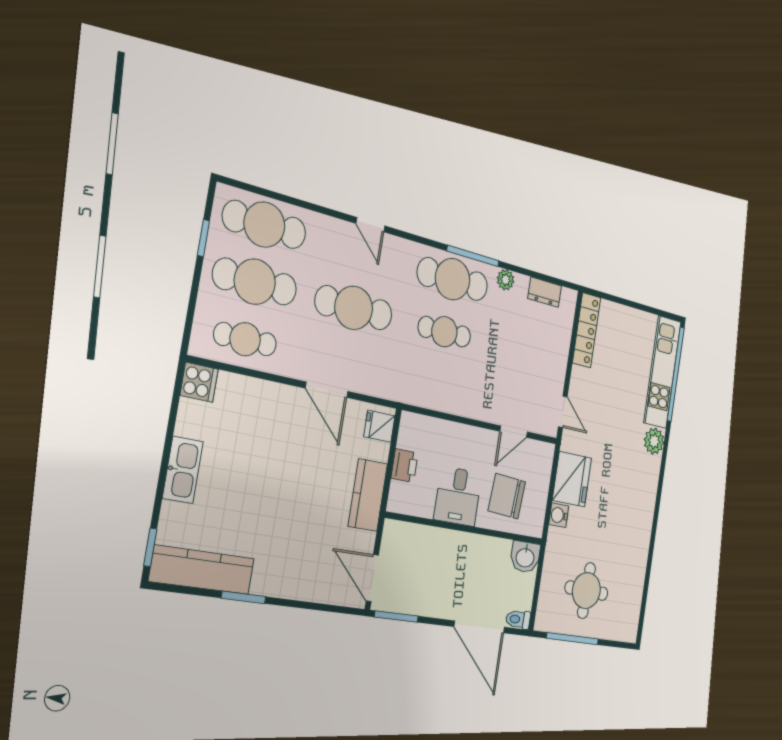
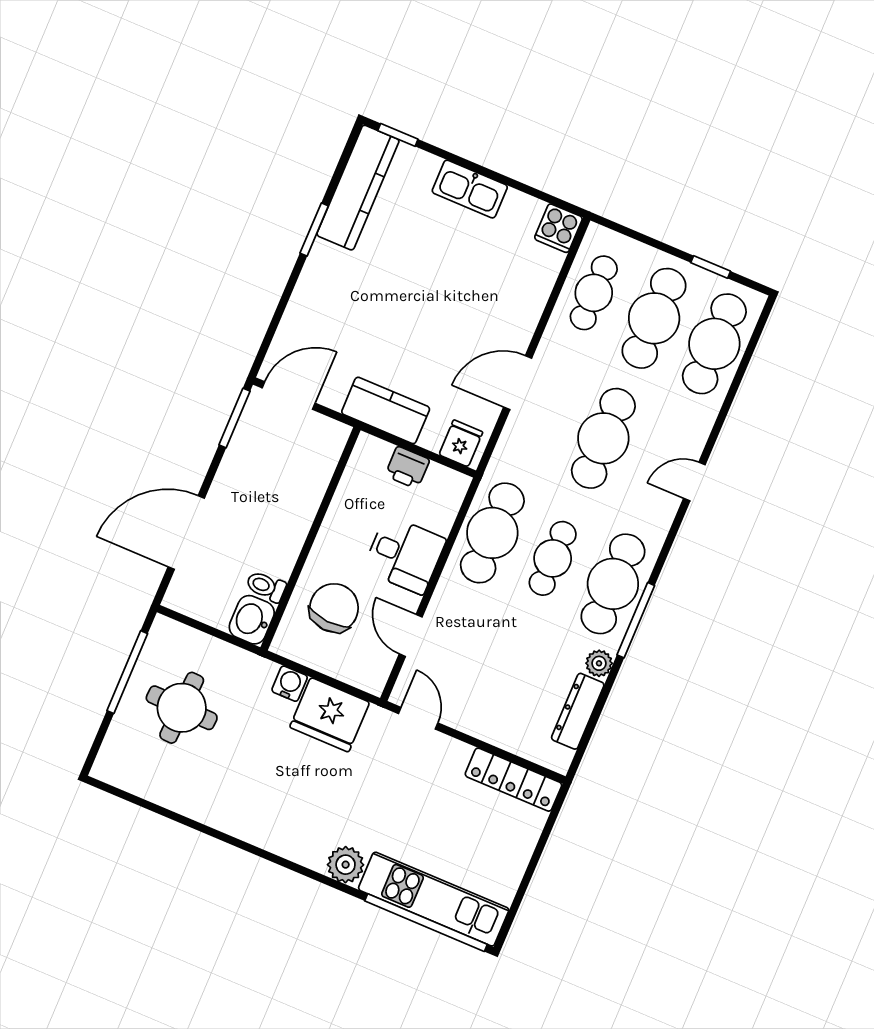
dresser: (545, 292) -> (578, 711), width x1.44
cafe table: (436, 385) -> (492, 533), added
door: (563, 412) -> (418, 718), swing flipped
desk: (458, 496) -> (404, 555), moved, turned 180
toilet: (518, 619) -> (266, 586), moved, turned -90

